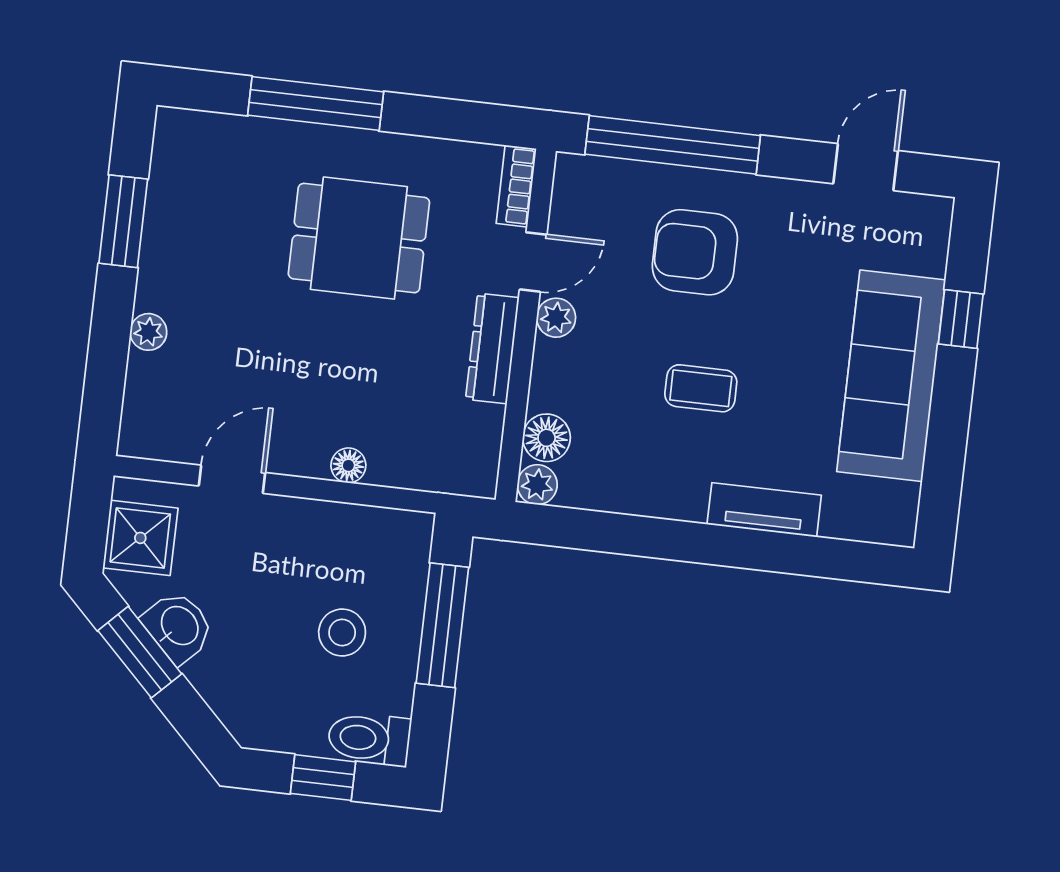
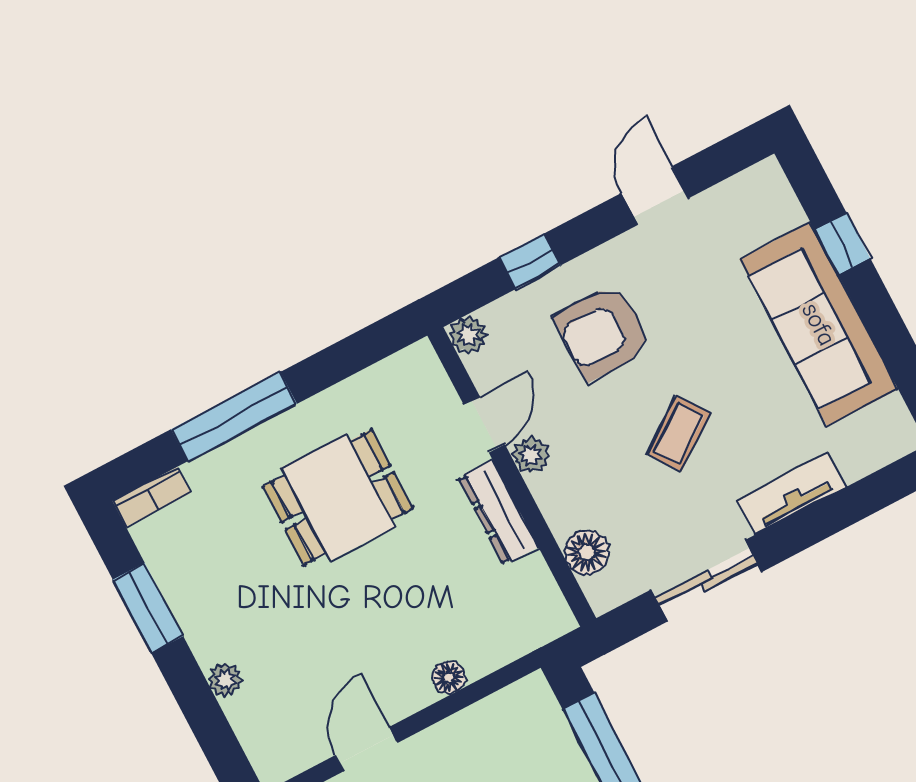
window: (673, 145) -> (530, 261), width x0.32
door: (866, 167) -> (655, 196), moved
bookcase: (516, 186) -> (152, 497), moved, turned -90
coffee table: (701, 388) -> (679, 433), turned -35
plant: (537, 485) -> (468, 335), moved
sliding door: (636, 536) -> (706, 581), added

